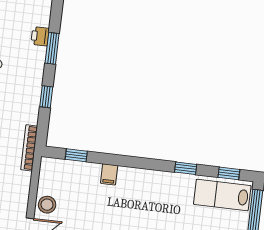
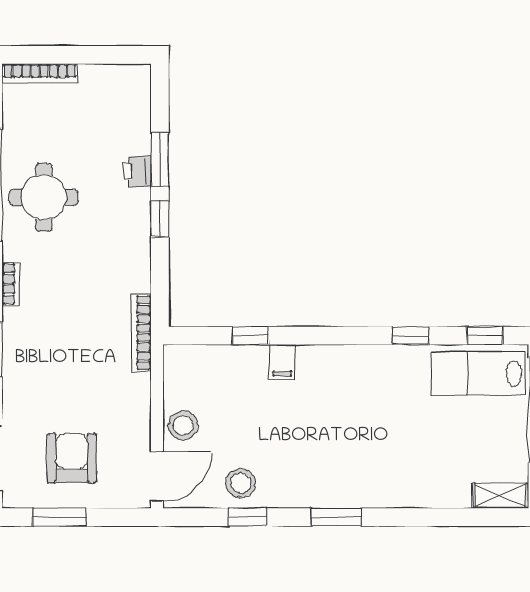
printer: (40, 36) -> (137, 171), moved
window: (46, 97) -> (160, 219), moved
window: (76, 155) -> (251, 336), moved

